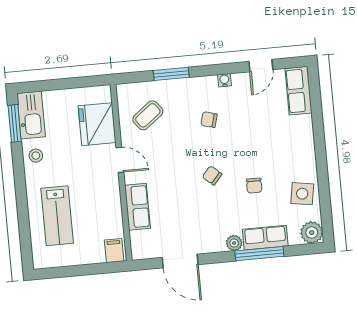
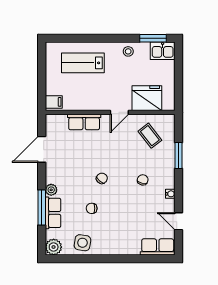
kitchen sink: (31, 115) -> (163, 51), width x0.73

